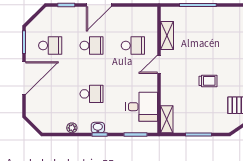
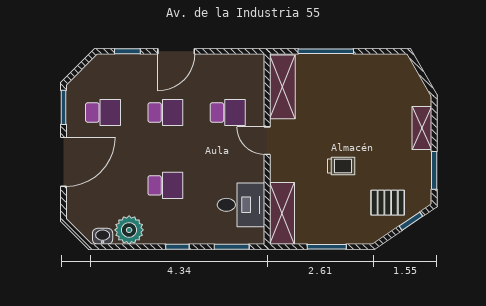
shelving: (167, 36) -> (282, 87), width x1.50, depth x1.33
door: (159, 64) -> (267, 141), hinge flipped
shelving: (167, 119) -> (282, 213), width x1.50, depth x1.33
plant: (72, 128) -> (129, 230), width x1.88, depth x1.88
washbasin: (98, 128) -> (103, 236), moved

